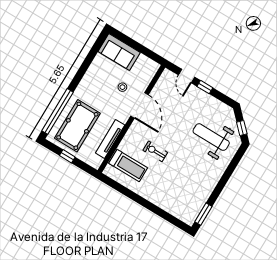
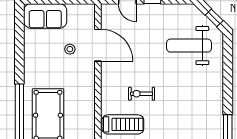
door: (139, 105) -> (98, 45), moved
tv unit: (110, 139) -> (89, 109), removed

